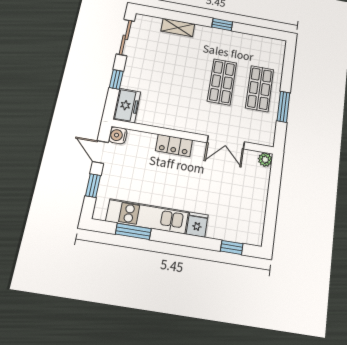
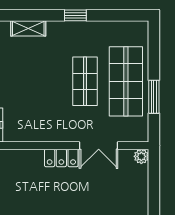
shop shelf: (260, 89) -> (126, 81), width x1.43, depth x1.36
locker: (174, 145) -> (61, 158), moved

